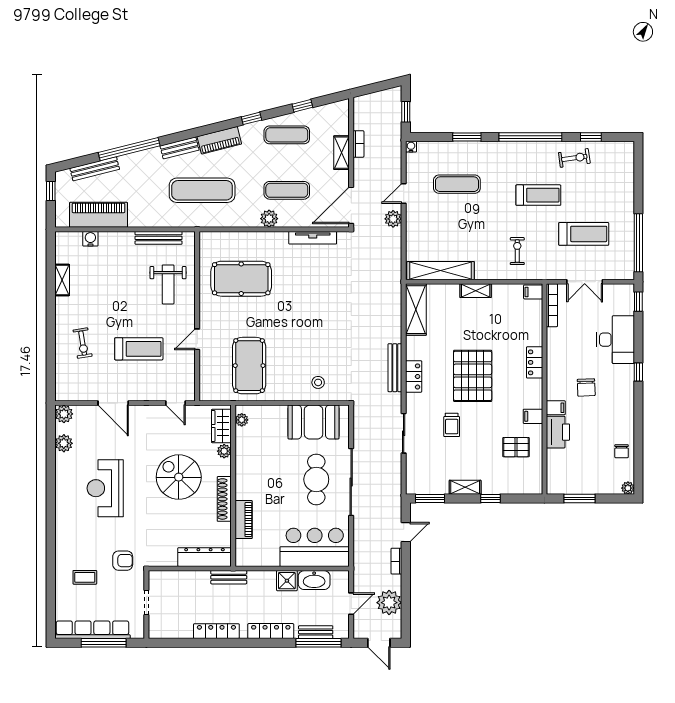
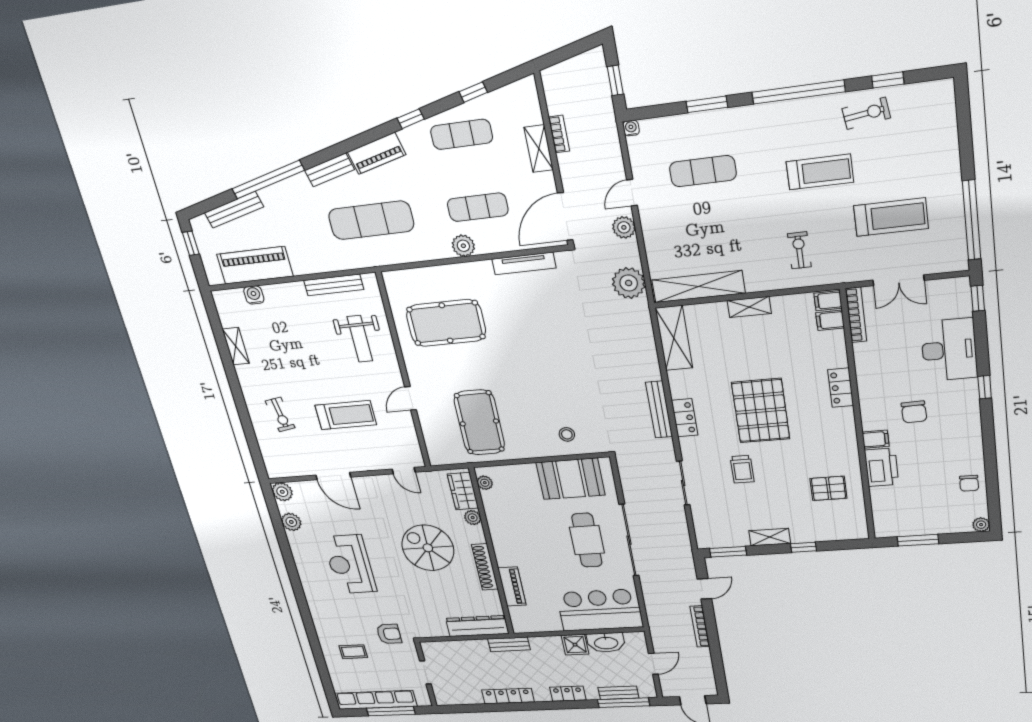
filing cabinet: (533, 416) -> (830, 320), moved
bookcase: (396, 561) -> (700, 626), width x1.56
plant: (389, 603) -> (629, 283), moved
locker: (271, 631) -> (568, 694), width x0.66

